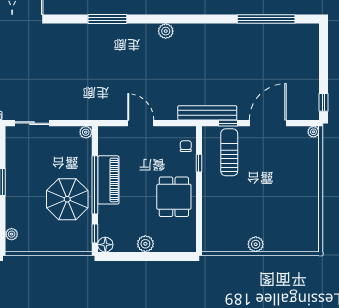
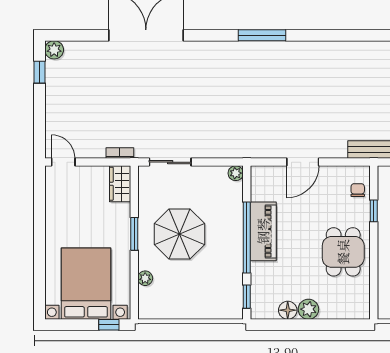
plant: (166, 31) -> (333, 50), removed
door: (141, 123) -> (303, 162), swing flipped
parasol: (67, 199) -> (179, 234), moved
plant: (12, 234) -> (145, 278), moved
floor lamp: (105, 245) -> (288, 310), moved

